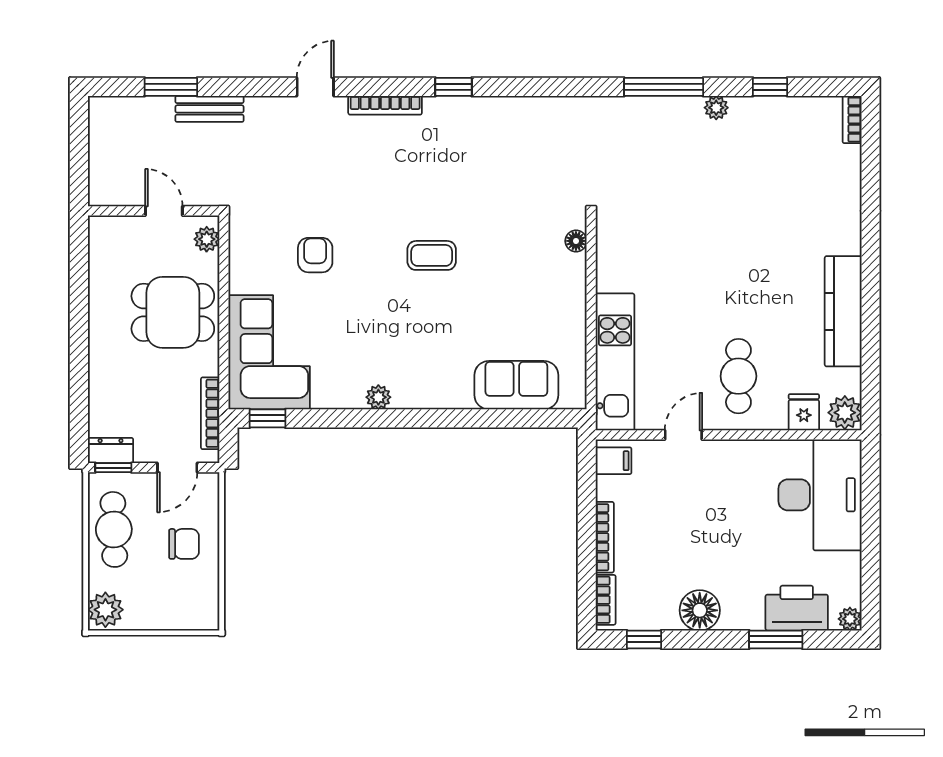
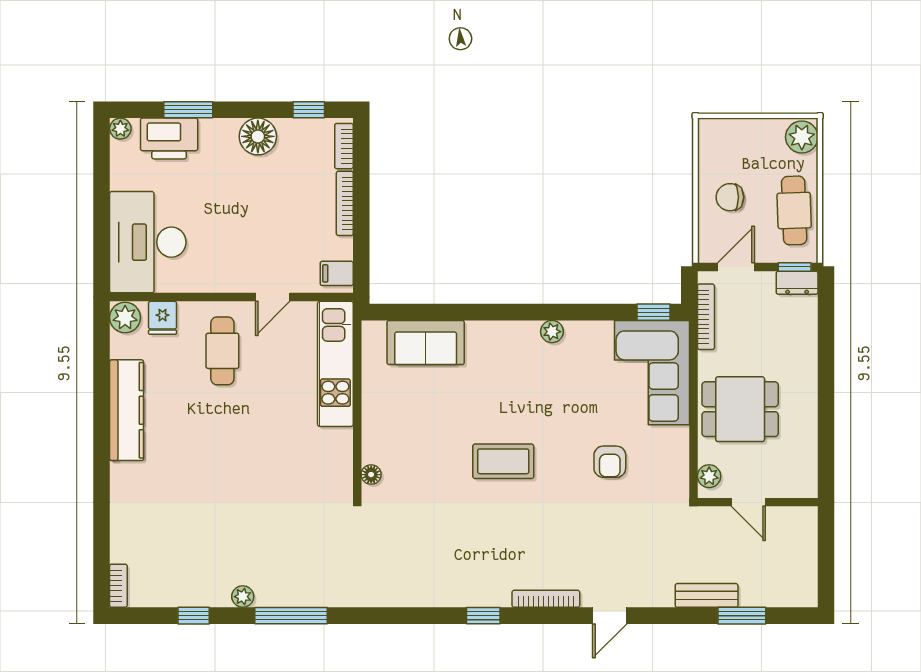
coffee table: (432, 255) -> (503, 461), width x1.36, depth x1.30

